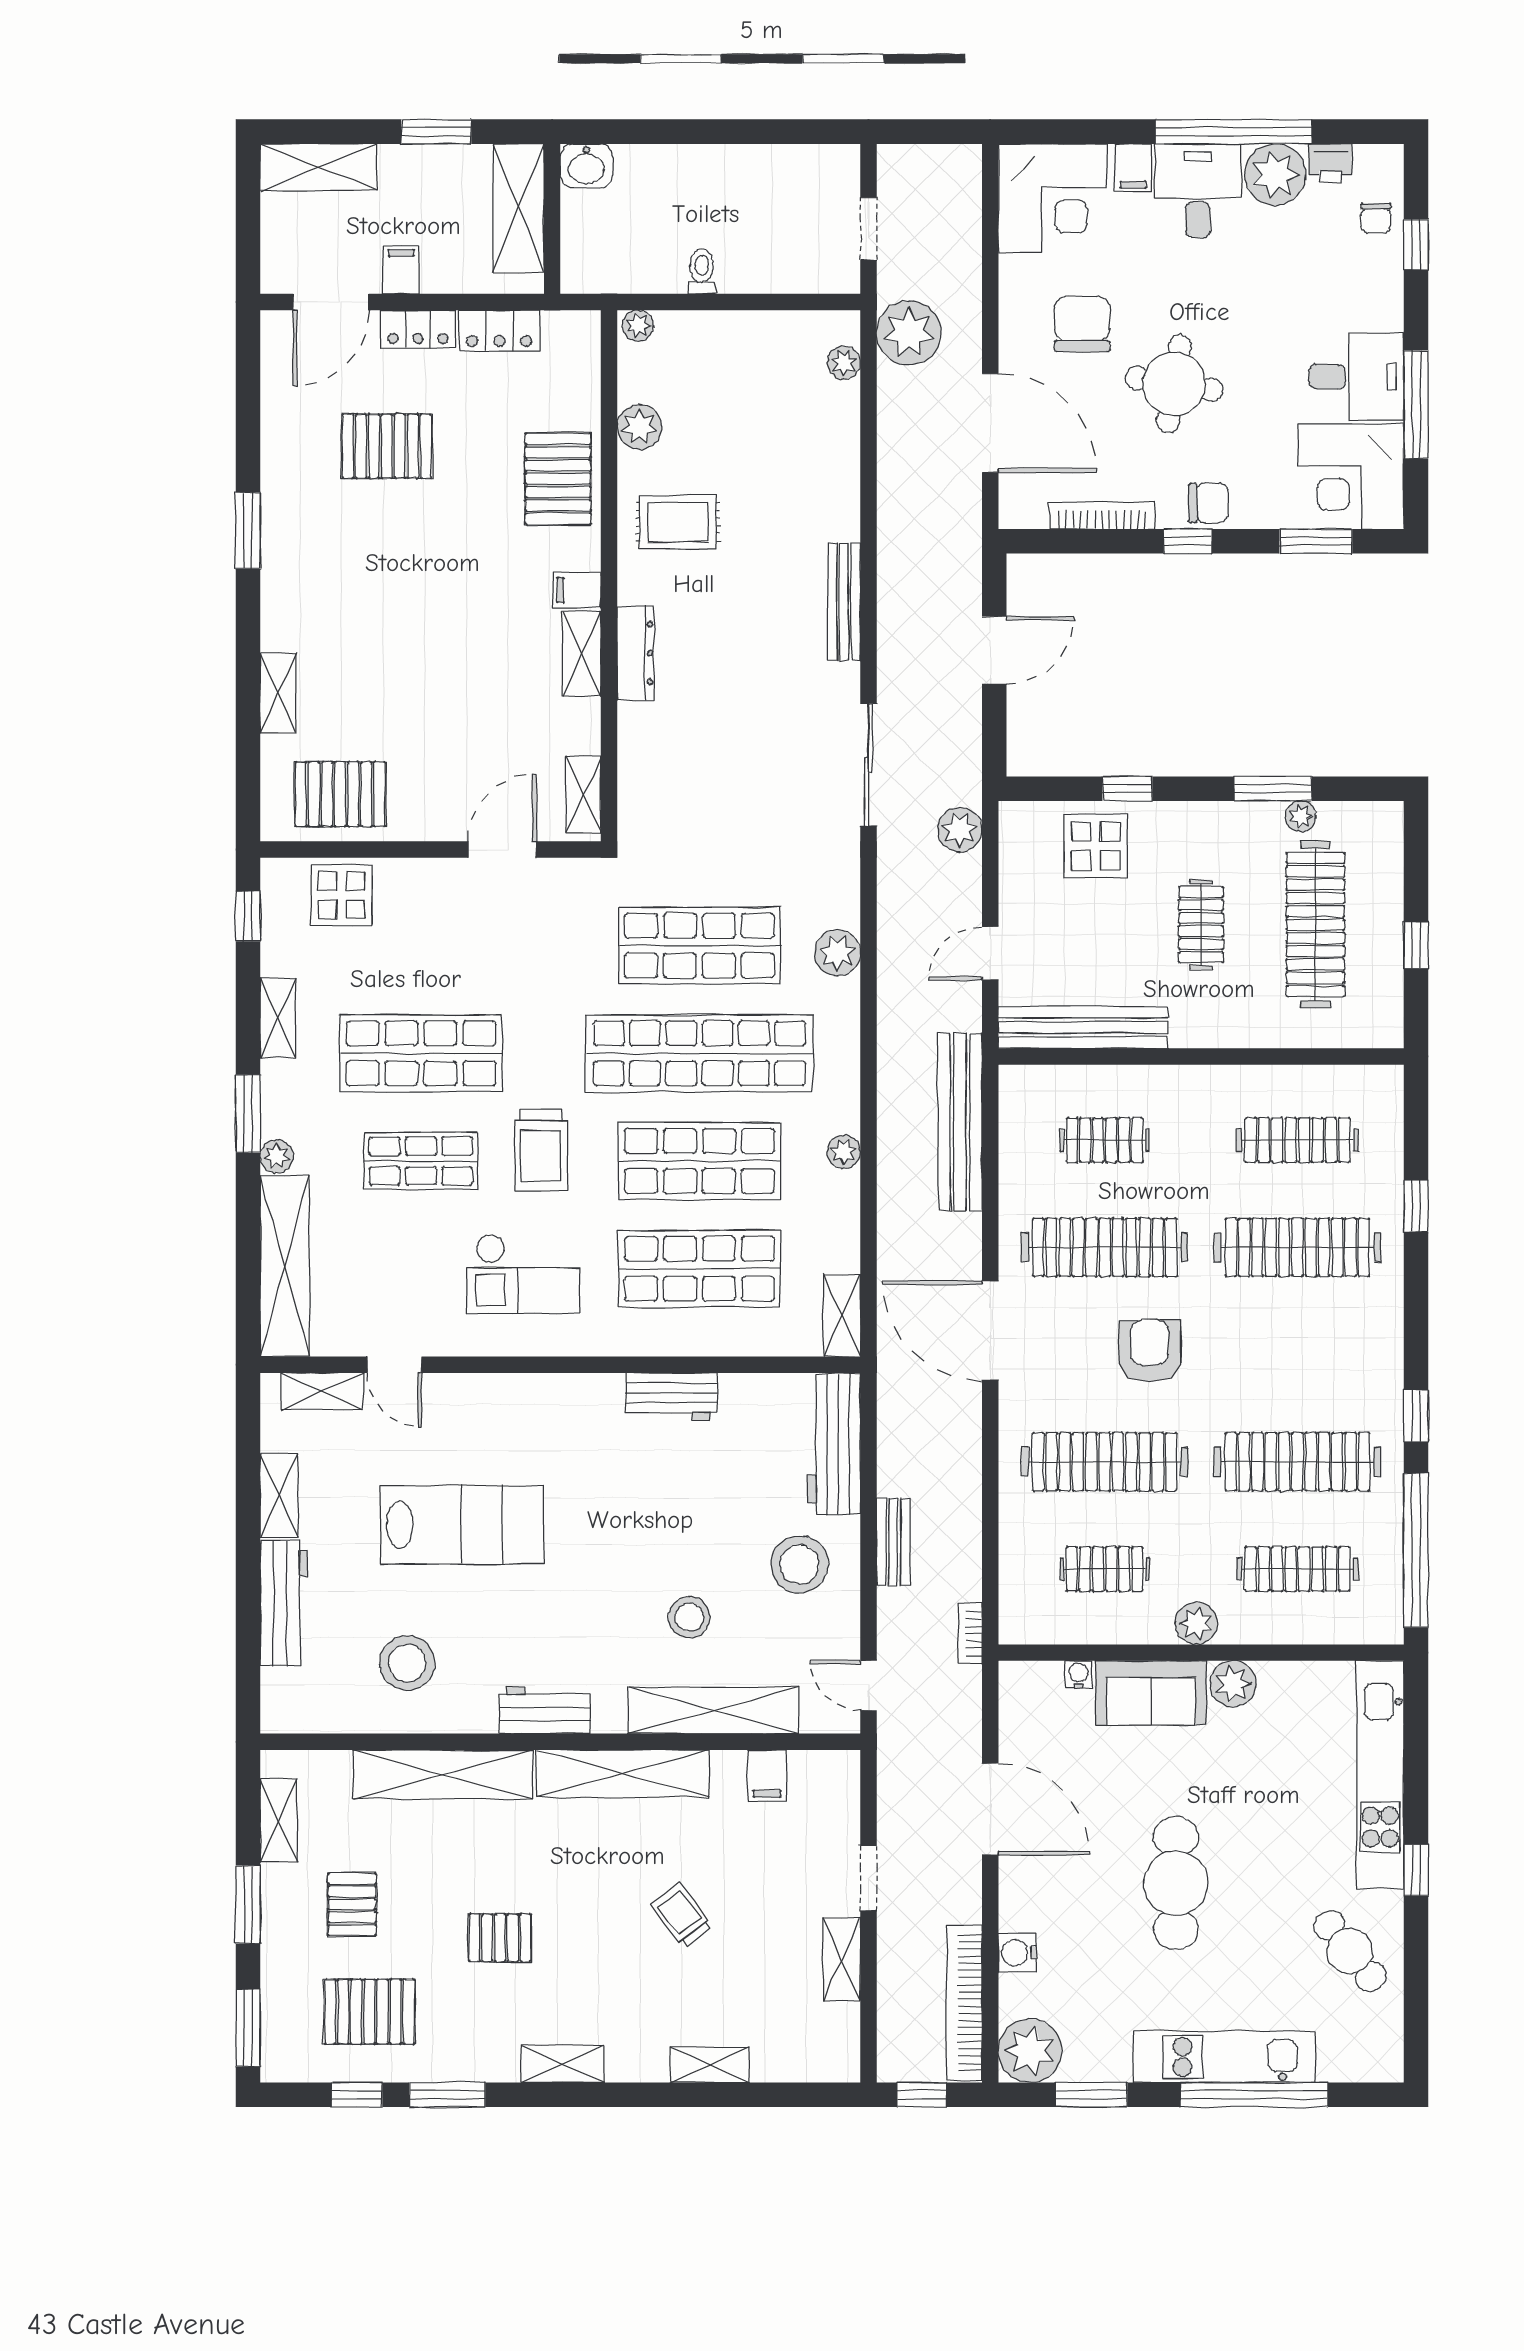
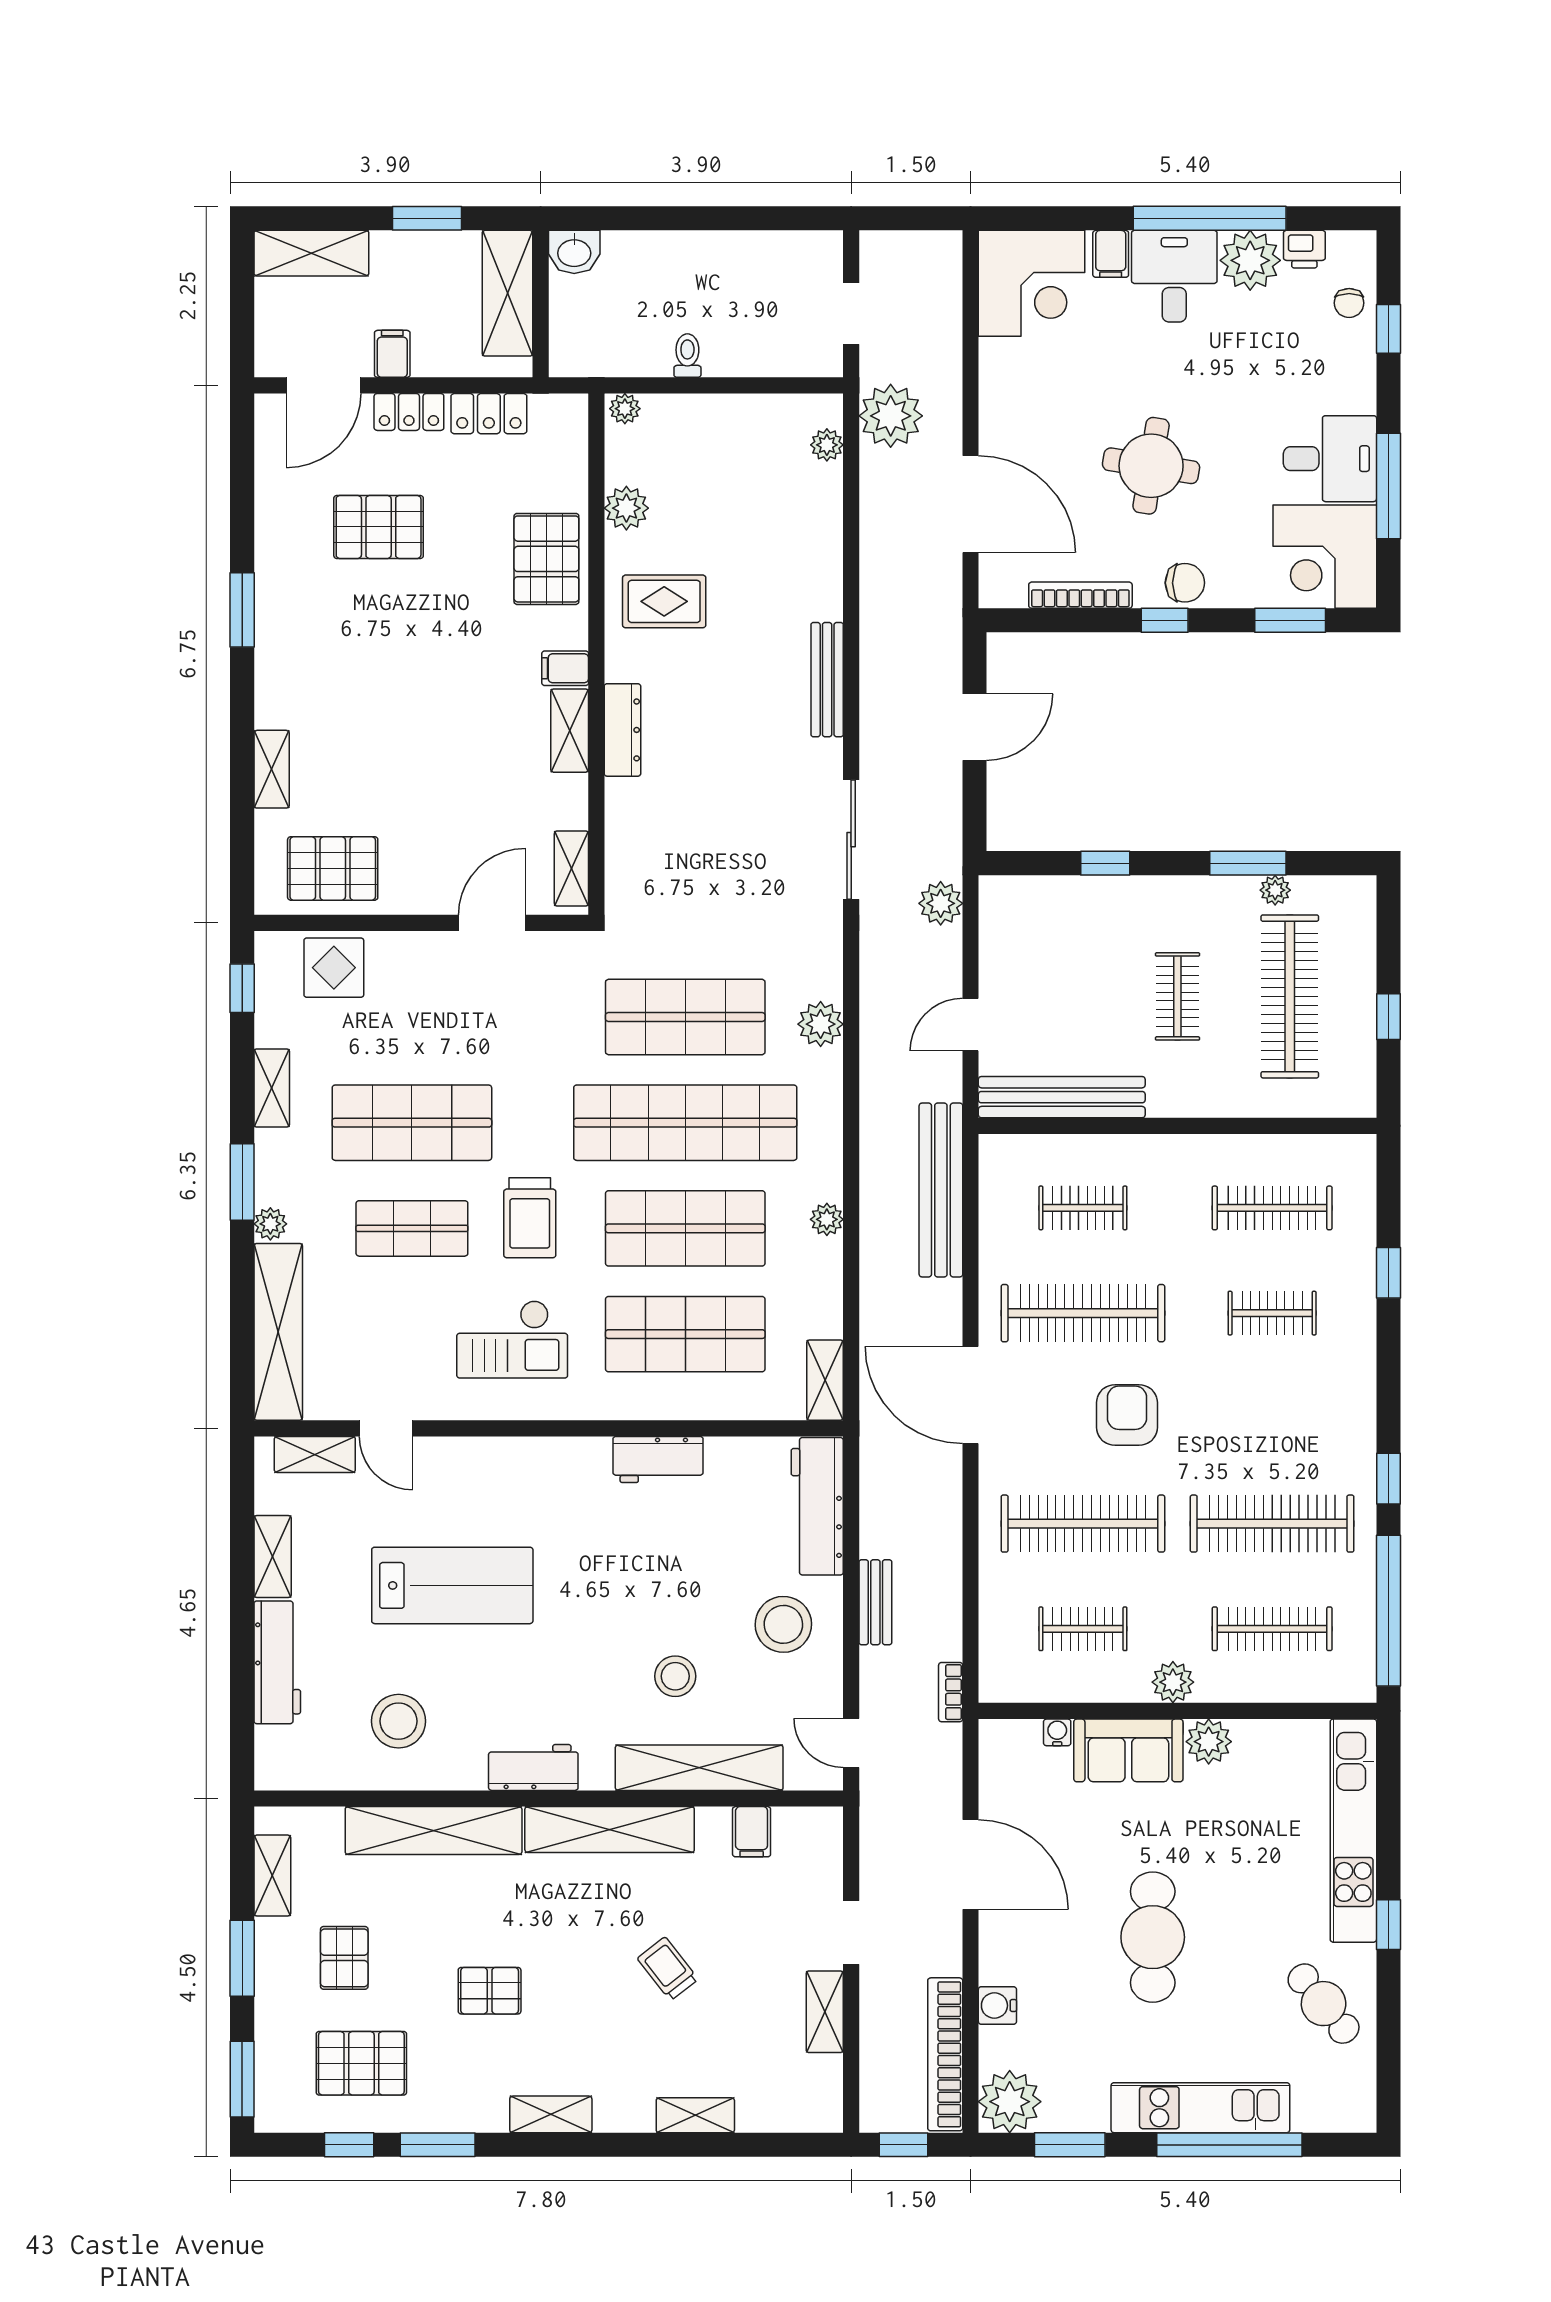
chair: (1082, 324) -> (1061, 407), removed
display table: (1096, 846) -> (1074, 919), removed
clothes rail: (1297, 1247) -> (1272, 1313), width x0.54, depth x0.76

